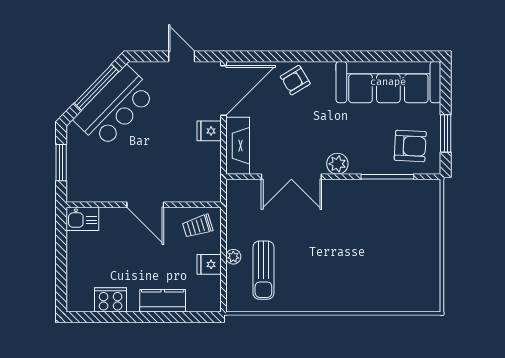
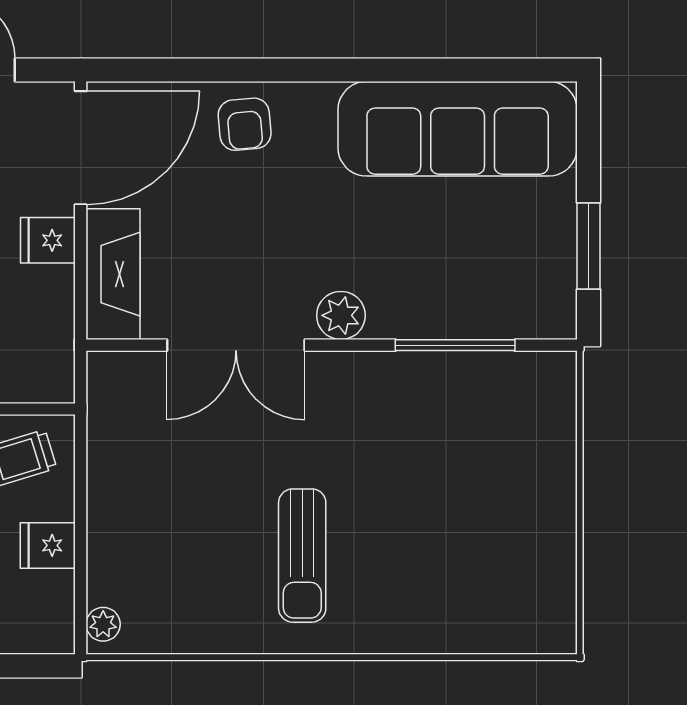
armchair: (295, 80) -> (245, 124), turned -64
armchair: (410, 146) -> (507, 275), removed
plant: (233, 257) -> (103, 624), moved
sun lounger: (263, 270) -> (302, 556), moved

